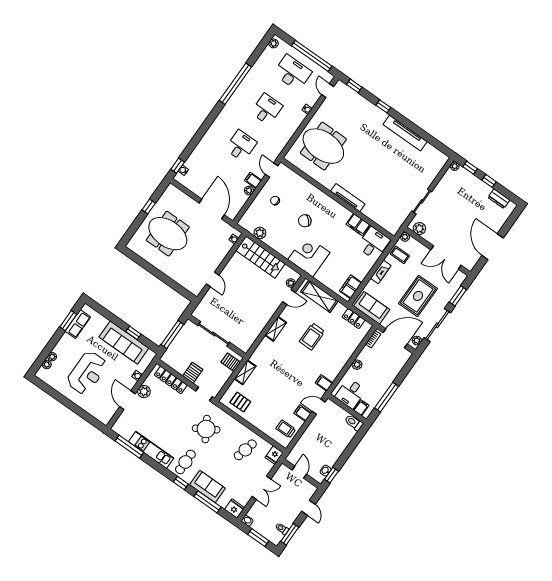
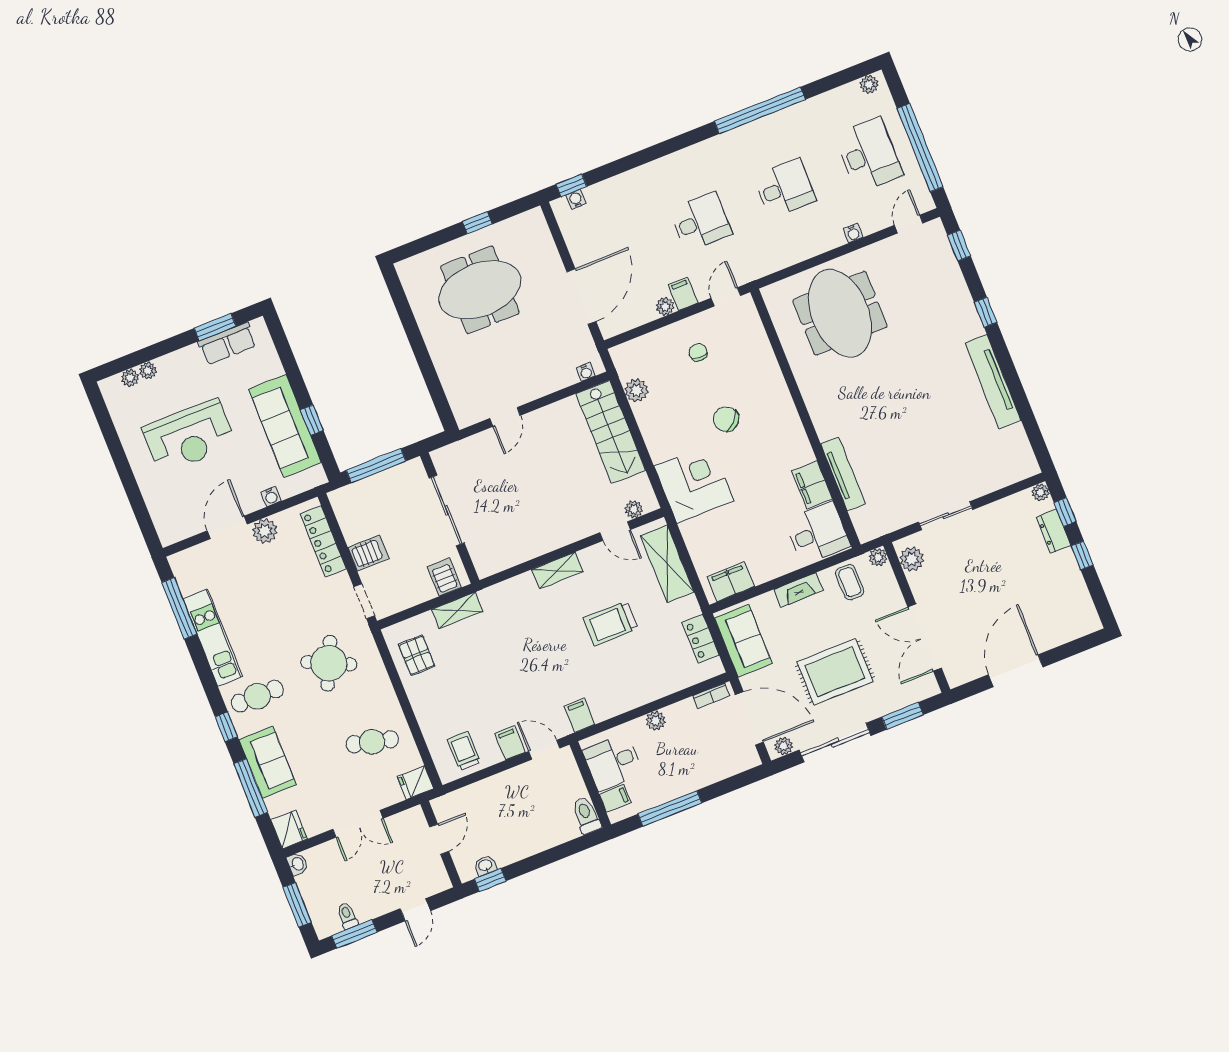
tv unit: (348, 198) -> (843, 474), moved
dresser: (499, 199) -> (1053, 531), moved
meeting table: (168, 234) -> (480, 290), turned 90
round table: (206, 429) -> (329, 663), turned -34

